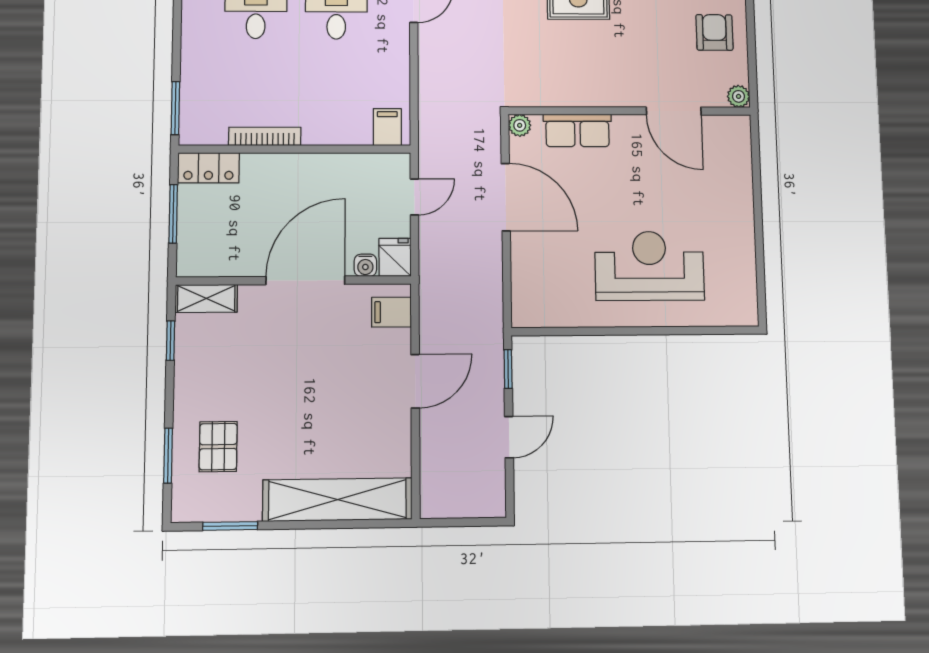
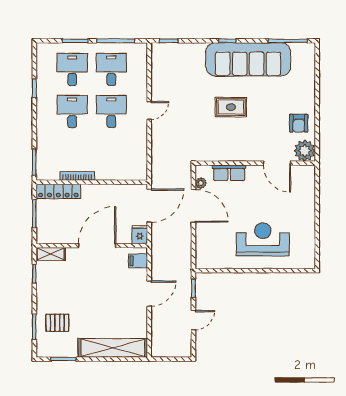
armchair: (714, 32) -> (299, 123), turned 180
plant: (739, 96) -> (305, 151), width x1.88, depth x1.88
plant: (520, 125) -> (201, 183), moved
filing cabinet: (387, 127) -> (136, 171), removed
locker: (209, 168) -> (58, 191), width x1.53
door: (414, 197) -> (149, 206), width x1.88
water cooler: (365, 265) -> (126, 239), removed
pallet: (218, 447) -> (57, 323), turned 90

